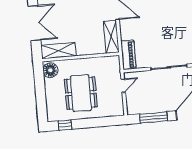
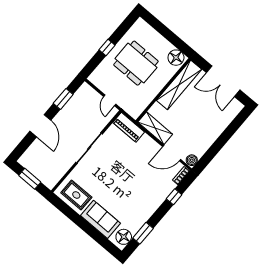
shelving: (58, 51) -> (179, 85), width x1.47
window: (154, 117) -> (63, 99), width x0.69
window: (65, 125) -> (107, 47), moved

